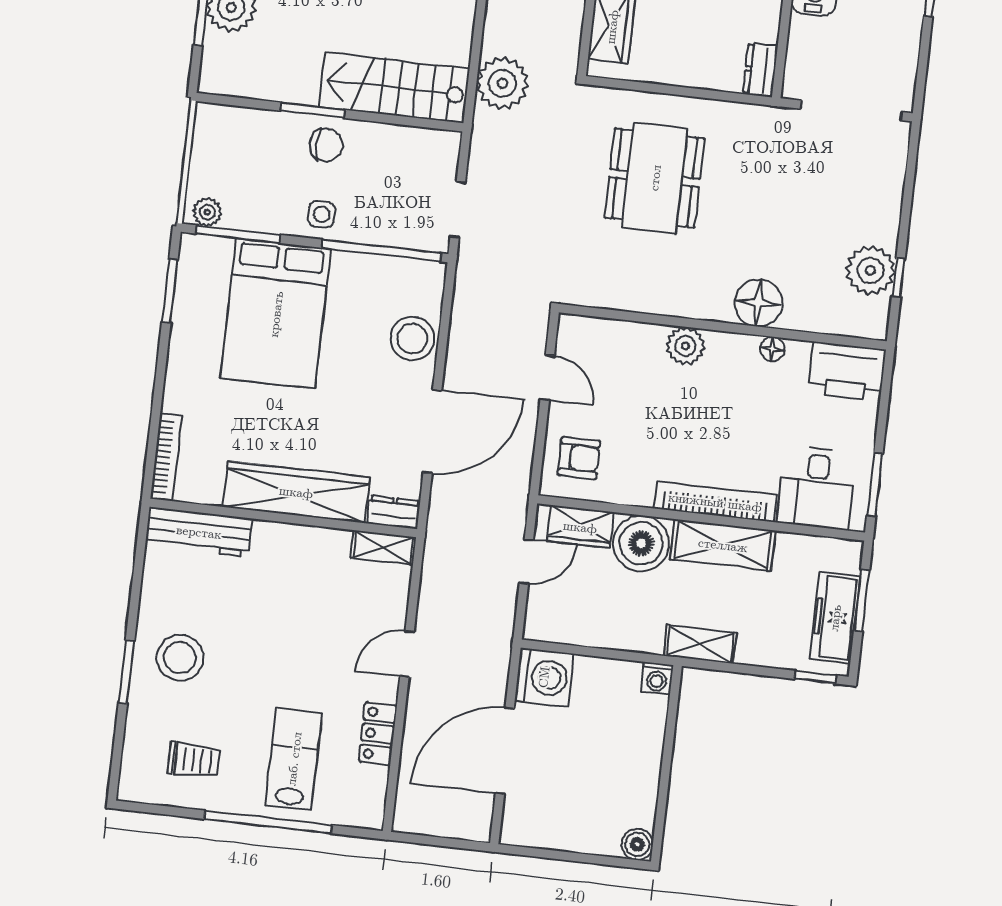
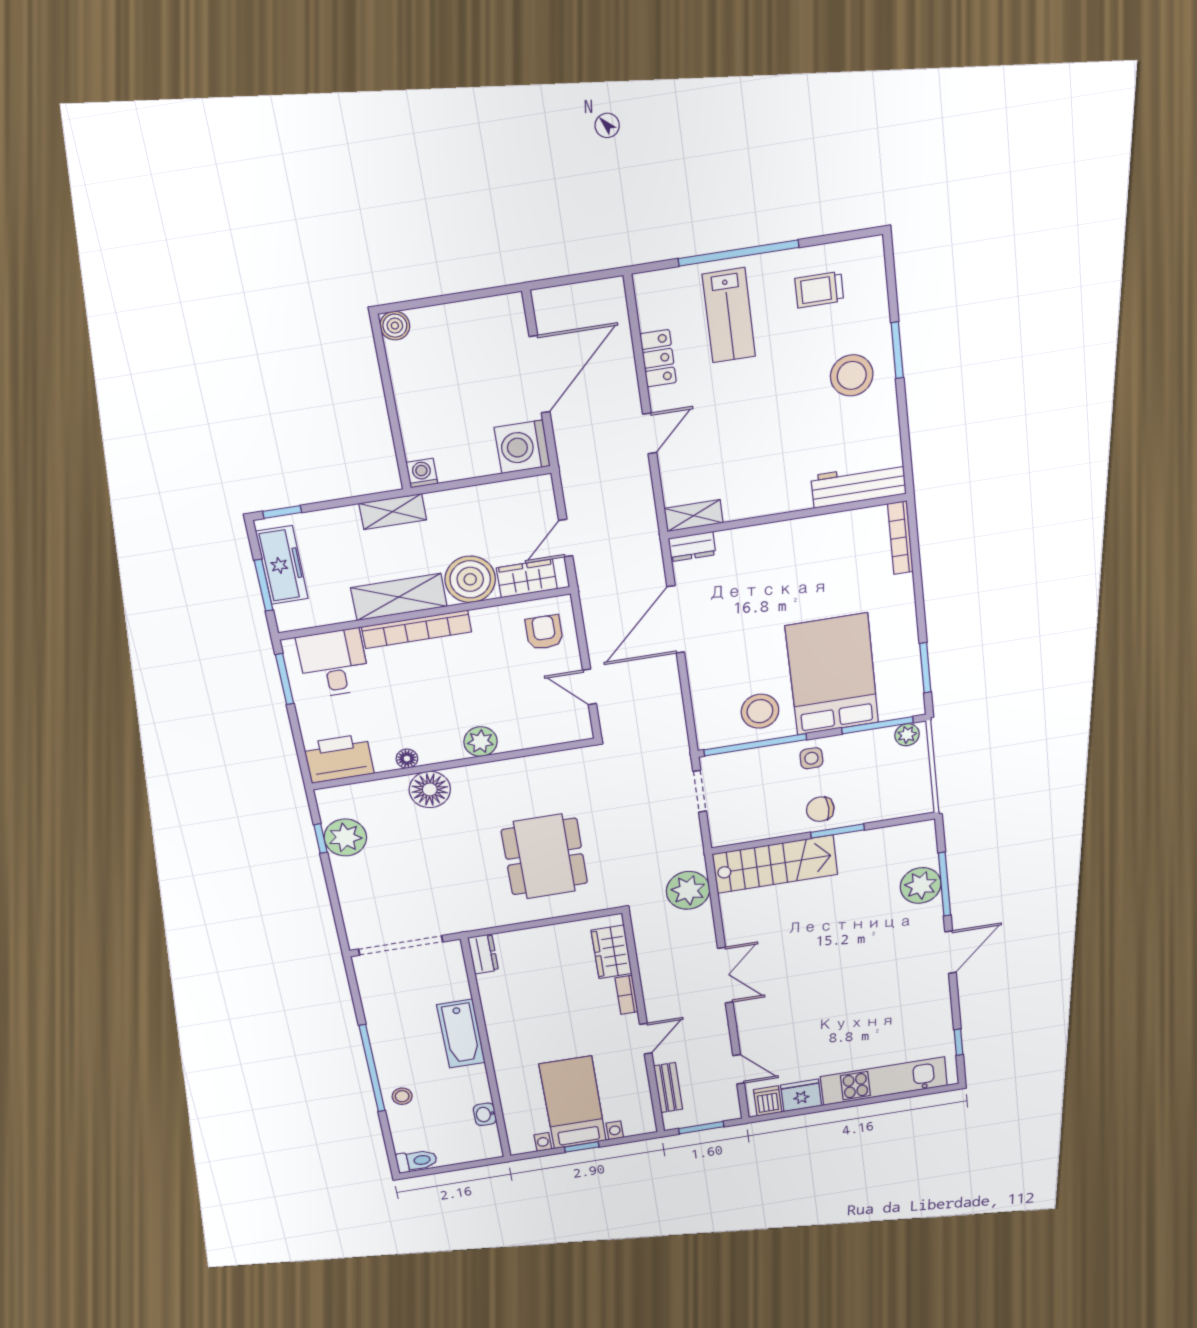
stool: (412, 339) -> (760, 711), moved
armchair: (579, 458) -> (544, 632), turned 90
wardrobe: (296, 492) -> (781, 540), removed

